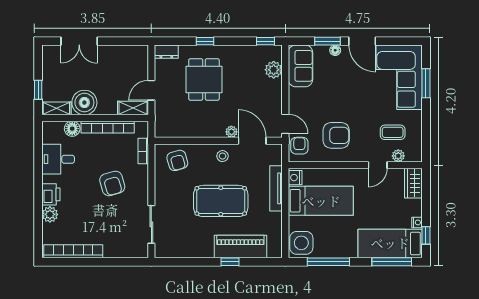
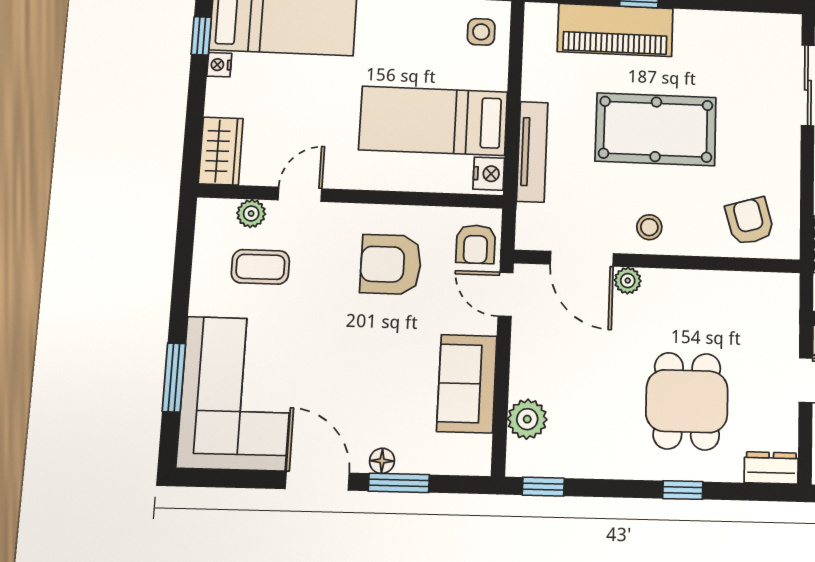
sofa: (300, 66) -> (467, 384), moved
side table: (301, 243) -> (481, 32), width x0.54, depth x0.54

